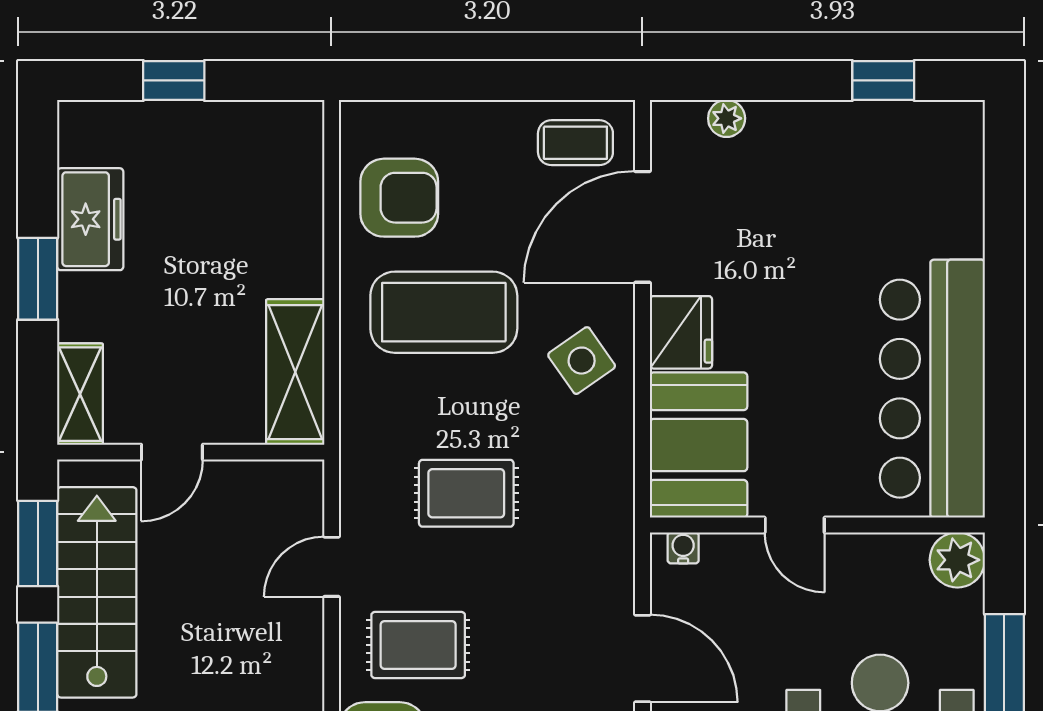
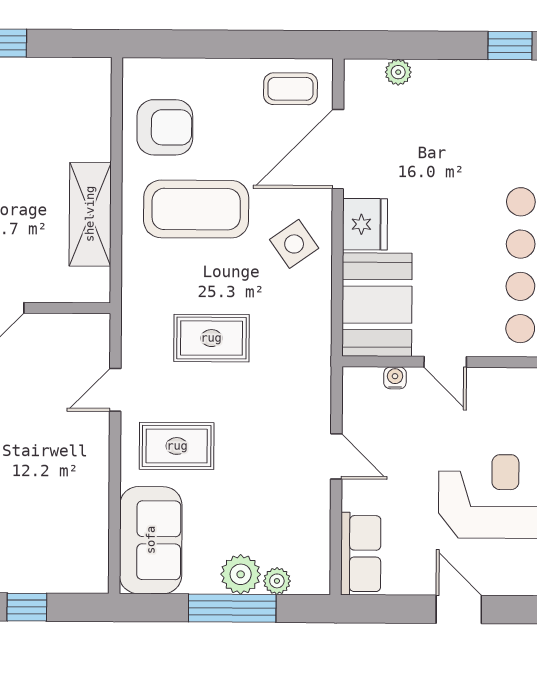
shelving: (295, 372) -> (90, 214), moved
water cooler: (683, 548) -> (395, 378), moved
door: (642, 658) -> (336, 456), width x0.73

